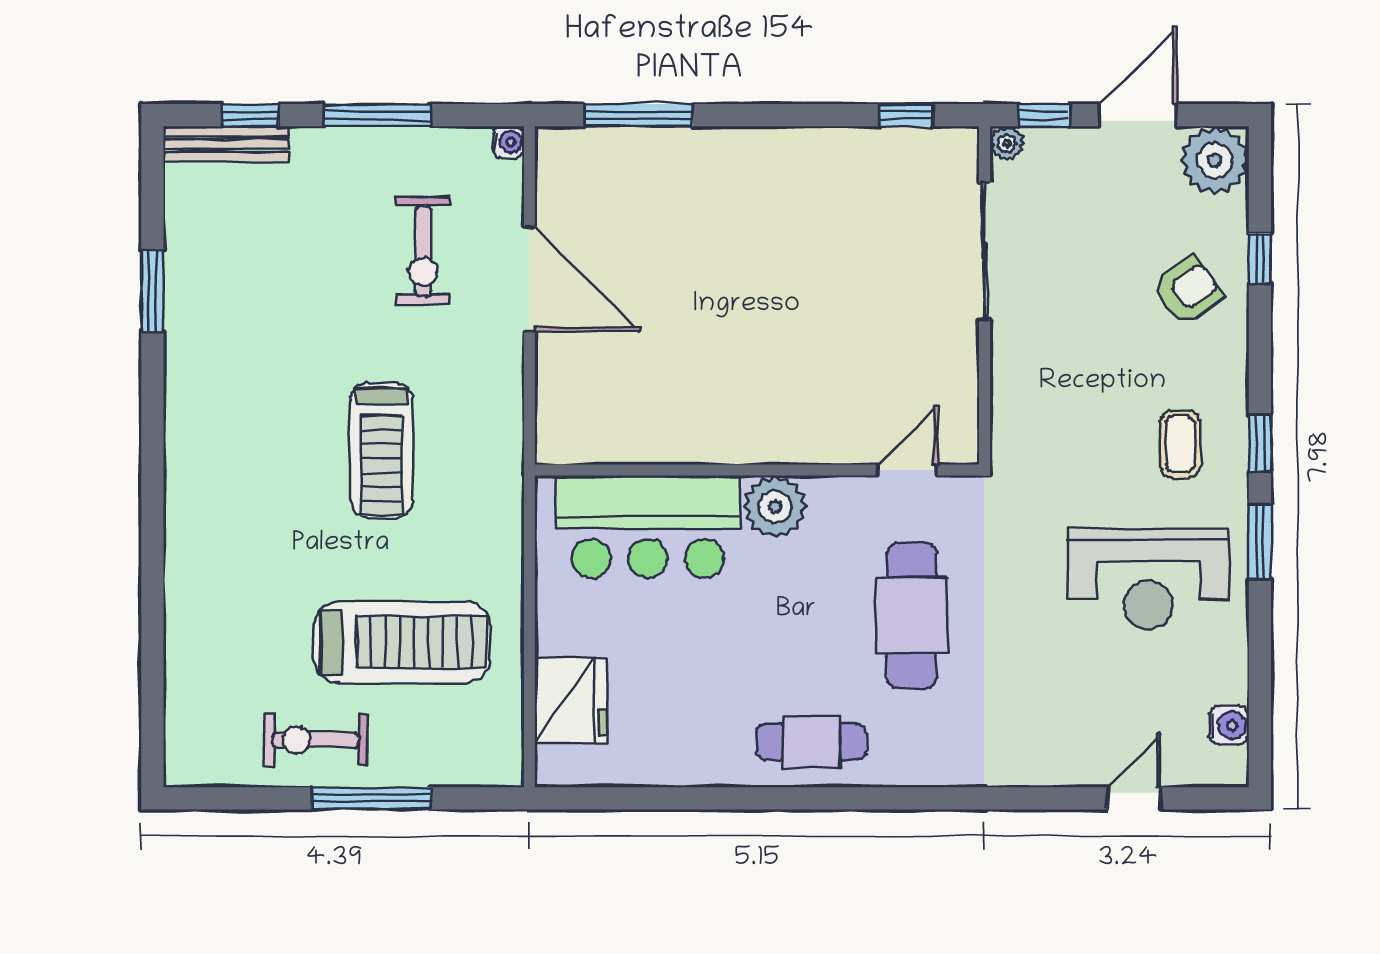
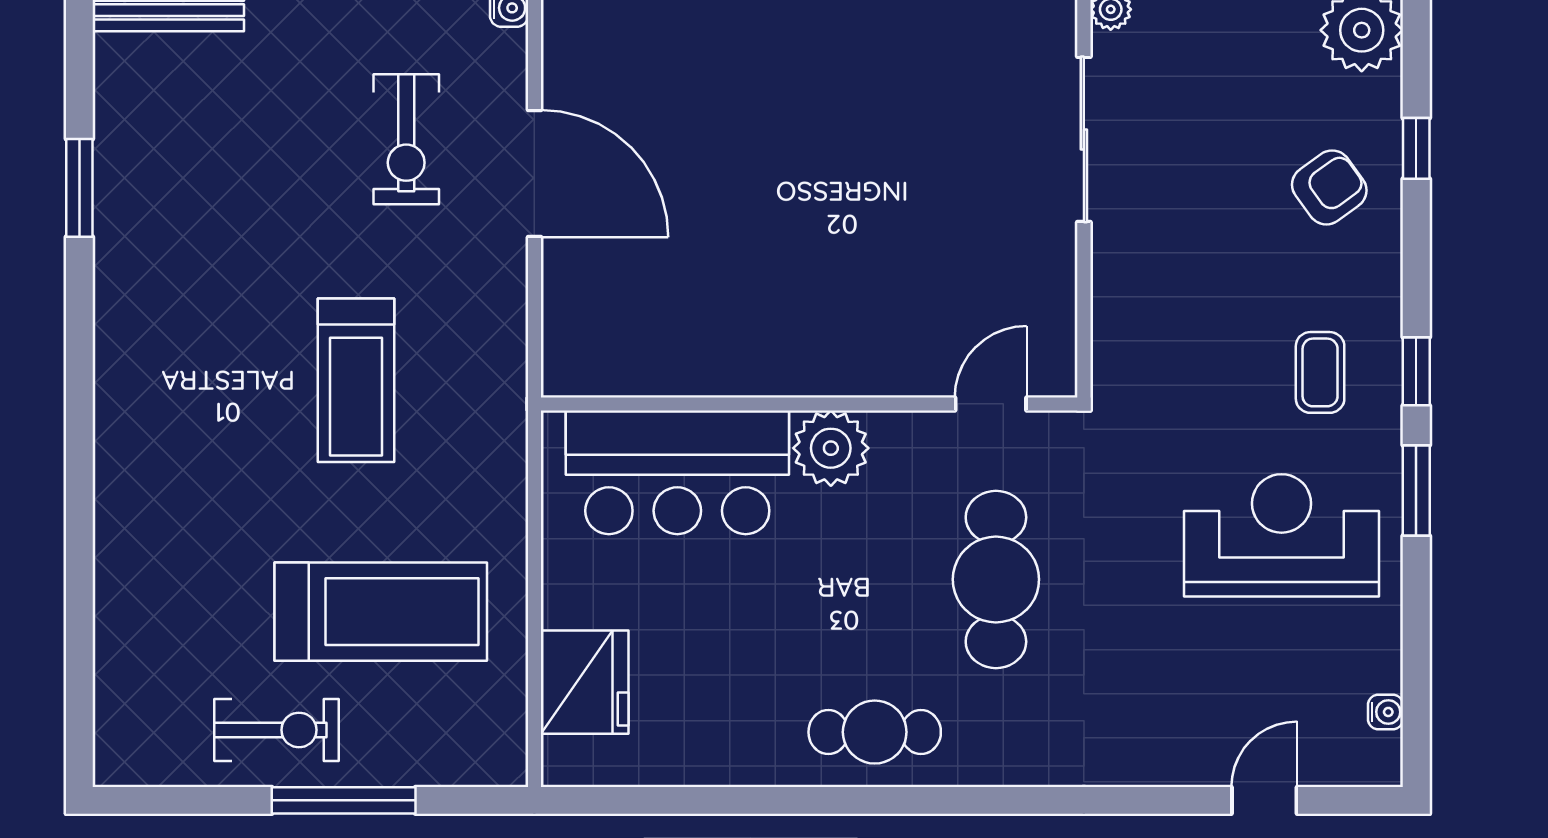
reception desk: (1148, 579) -> (1282, 535), turned 180
water cooler: (1229, 725) -> (1385, 712), width x0.72, depth x0.72
exercise bike: (316, 740) -> (277, 730), turned 180

